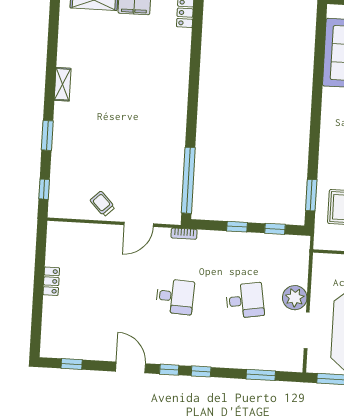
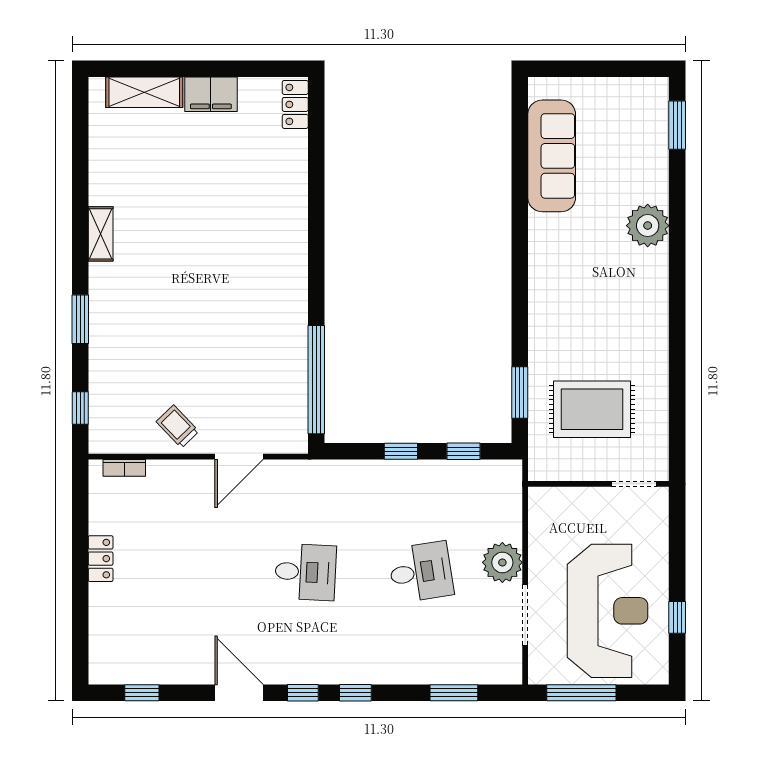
bookcase: (184, 234) -> (124, 468), moved

